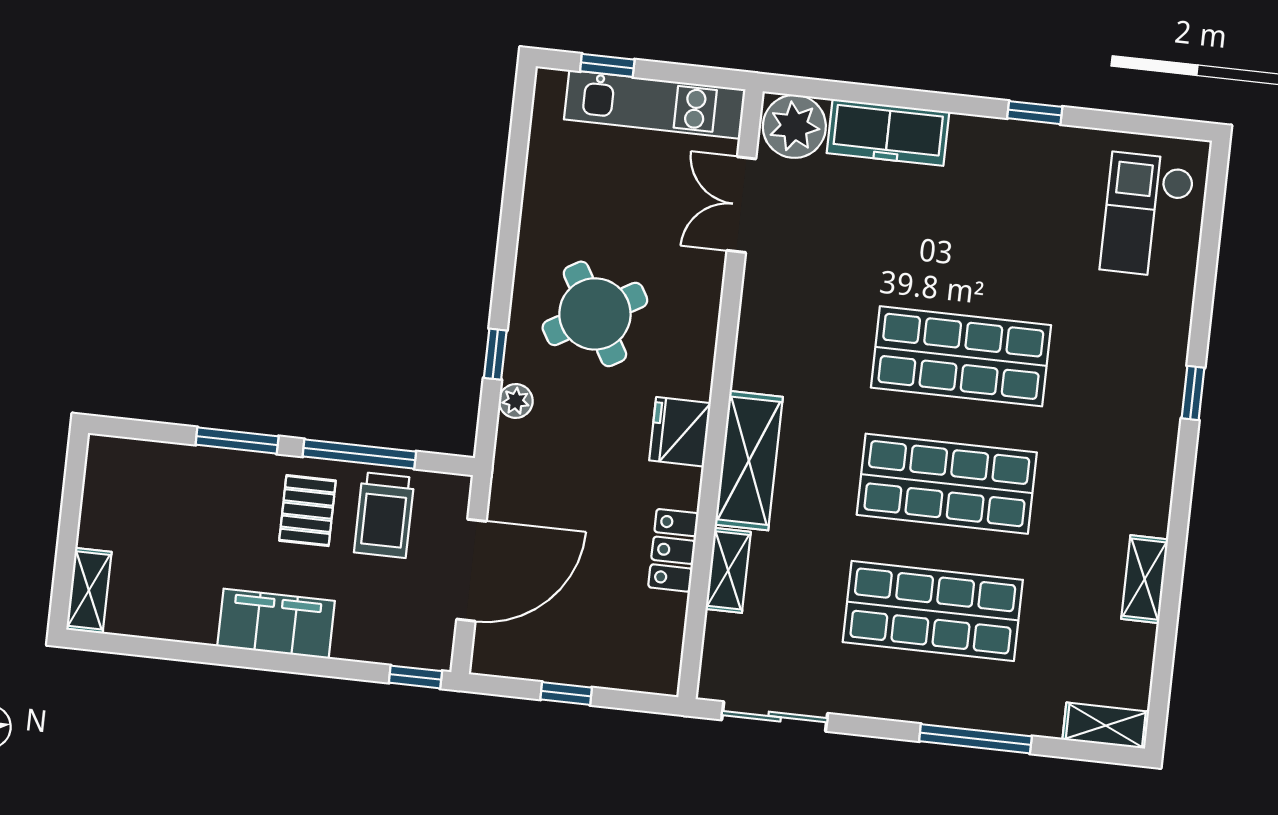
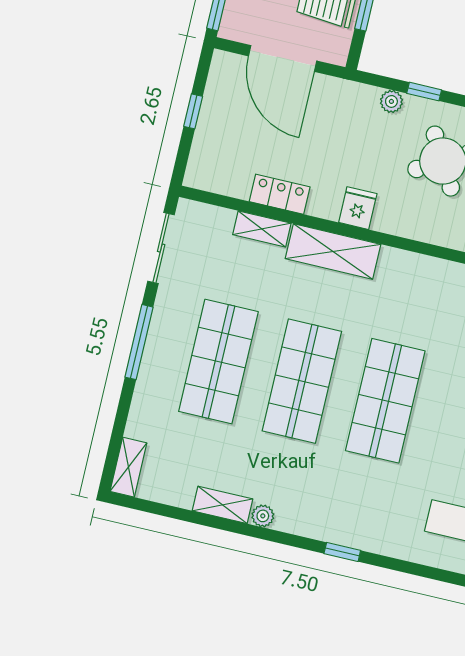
fridge: (680, 432) -> (358, 208), width x0.72
plant: (1154, 517) -> (263, 516), added
window: (975, 739) -> (139, 342), moved

